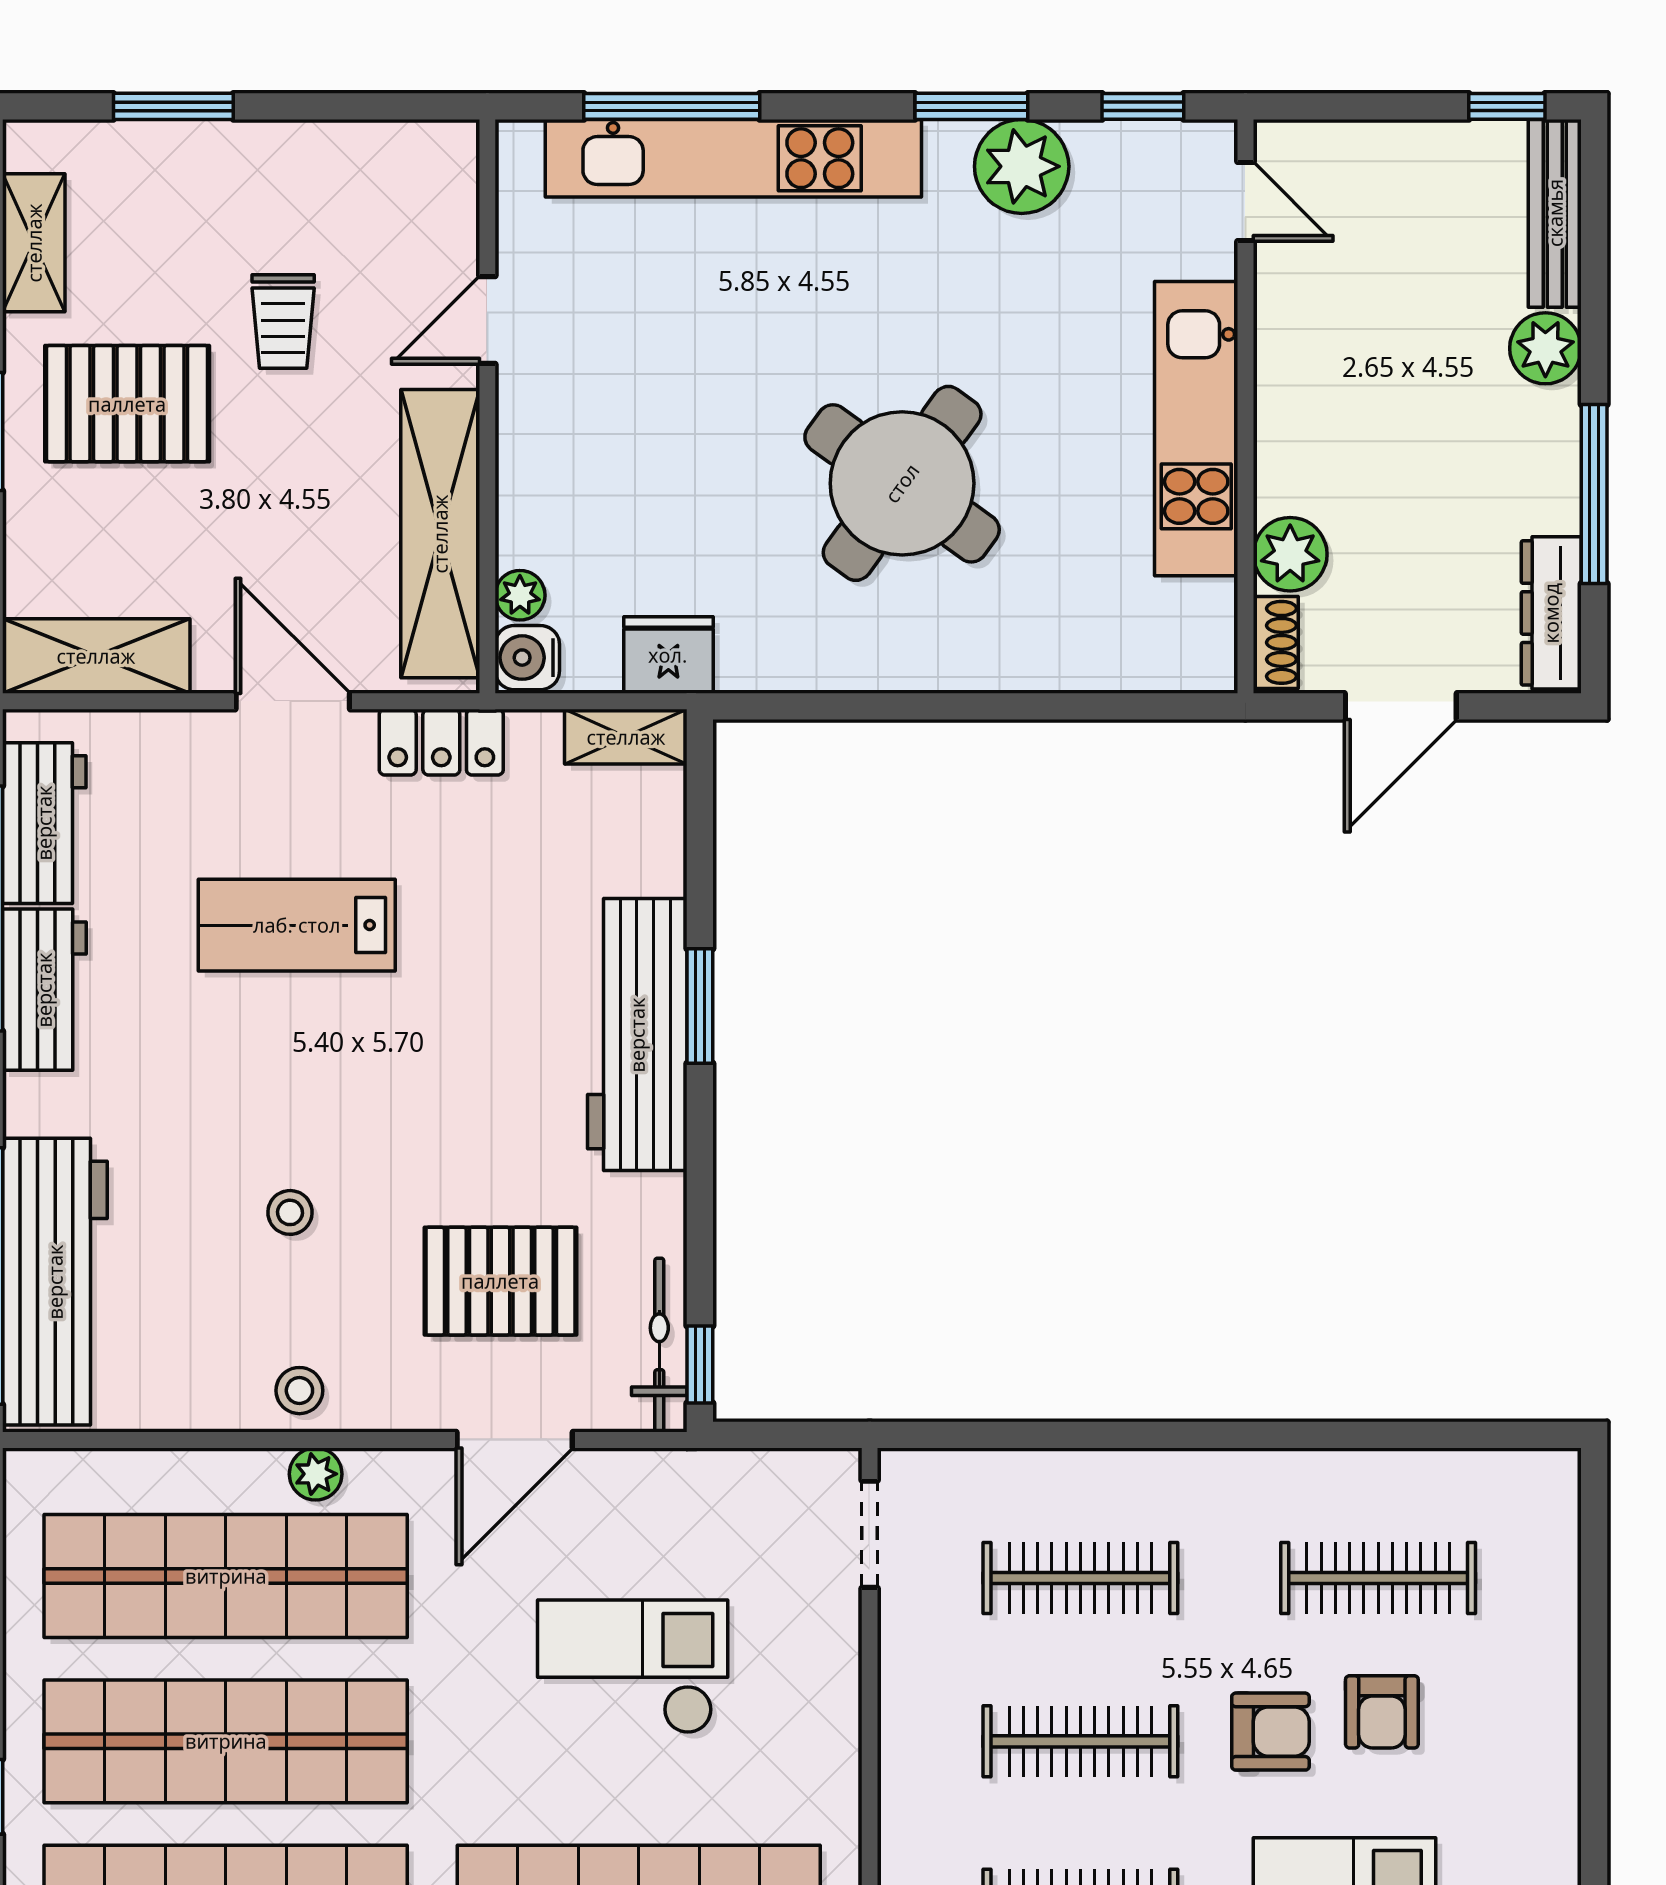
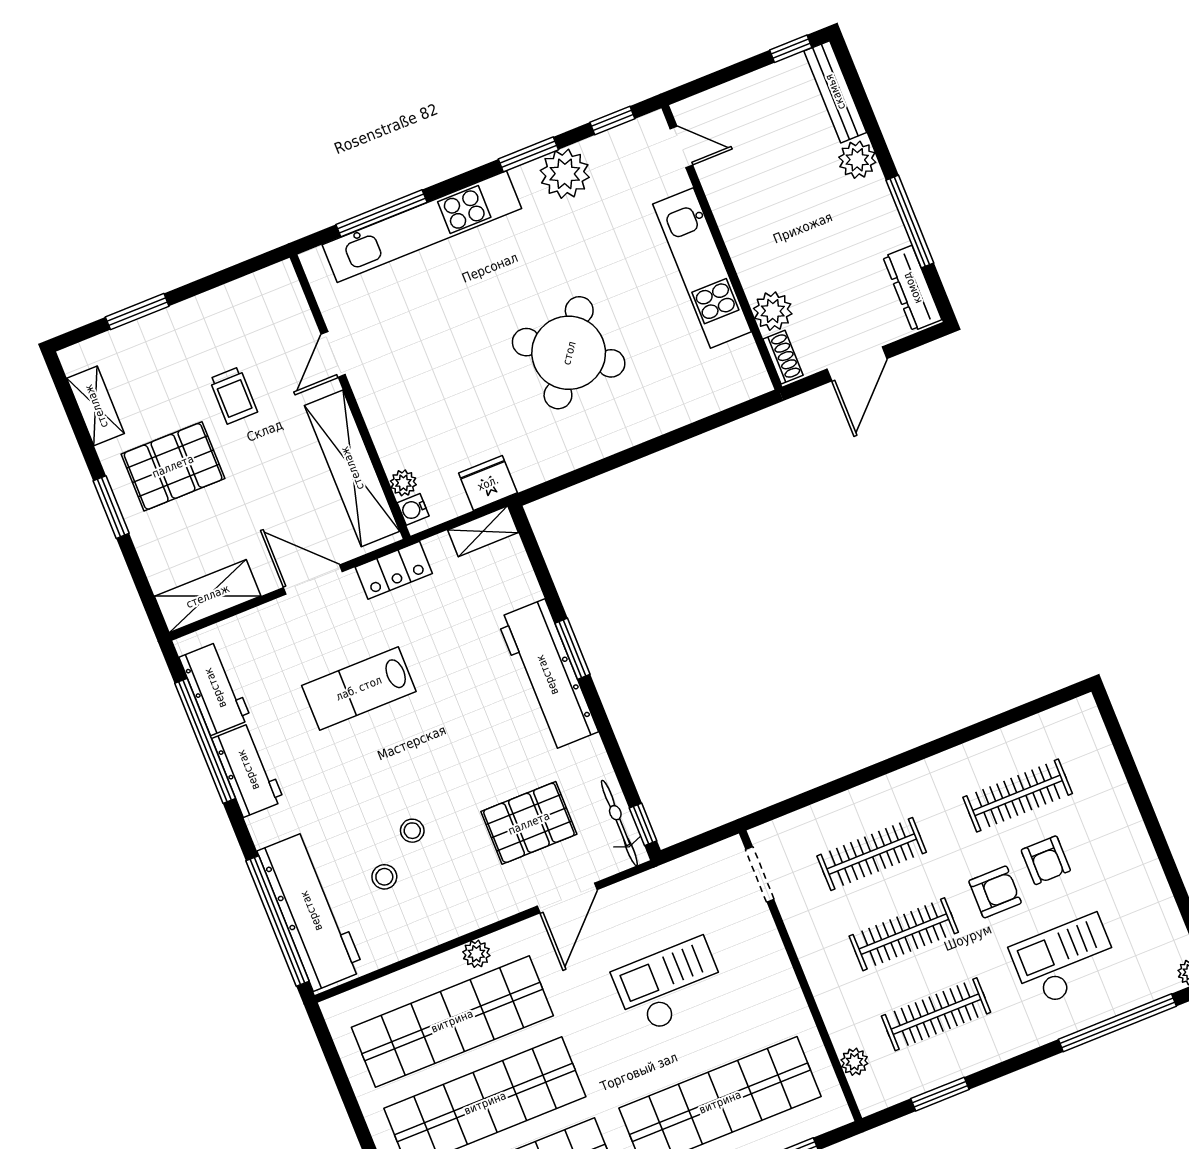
water cooler: (527, 658) -> (413, 509), width x0.72, depth x0.72
stool: (299, 1391) -> (384, 877), moved

